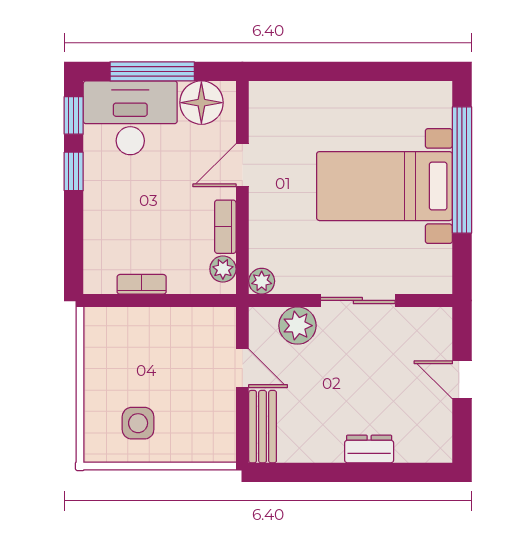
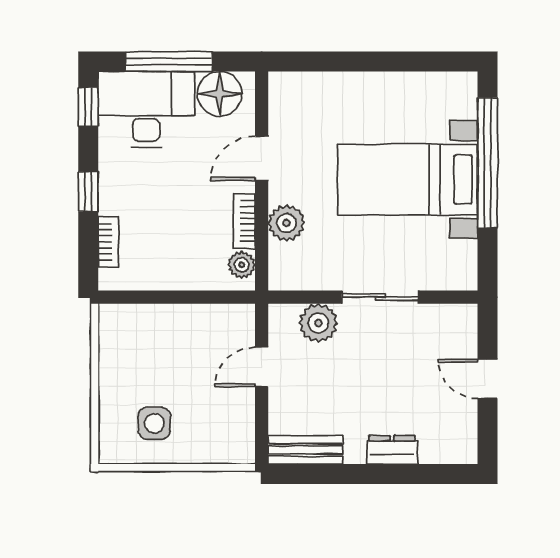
window: (74, 171) -> (88, 192), moved
plant: (262, 281) -> (286, 223), moved, width x1.38, depth x1.38
bookcase: (142, 284) -> (108, 242), moved, turned 90
door: (242, 368) -> (262, 367), swing flipped
bench: (263, 427) -> (305, 450), moved, turned 90

